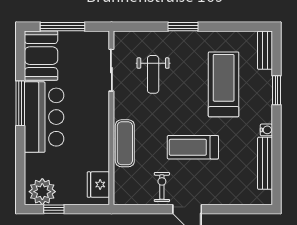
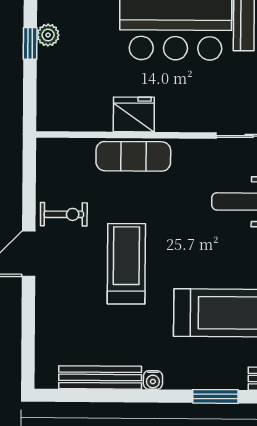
fridge: (98, 185) -> (134, 114), moved
plant: (42, 192) -> (48, 35), width x0.53, depth x0.53

